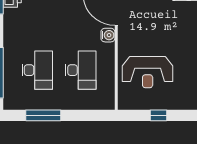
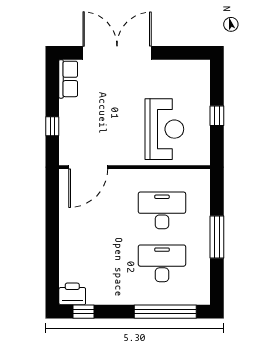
water cooler: (108, 35) -> (119, 177), removed
window: (43, 115) -> (217, 237), moved

